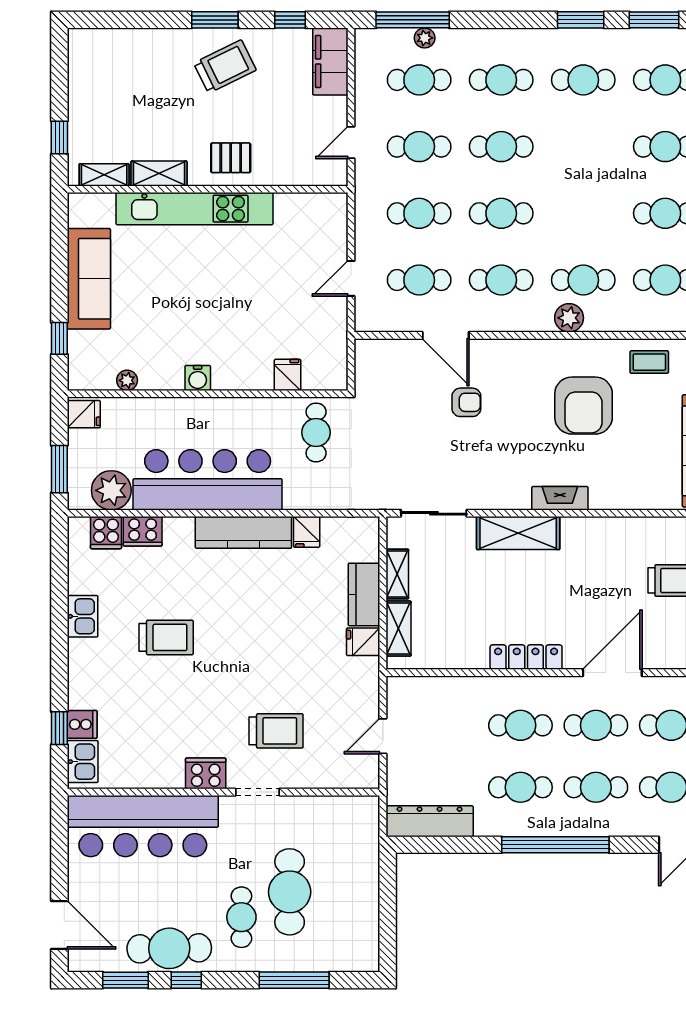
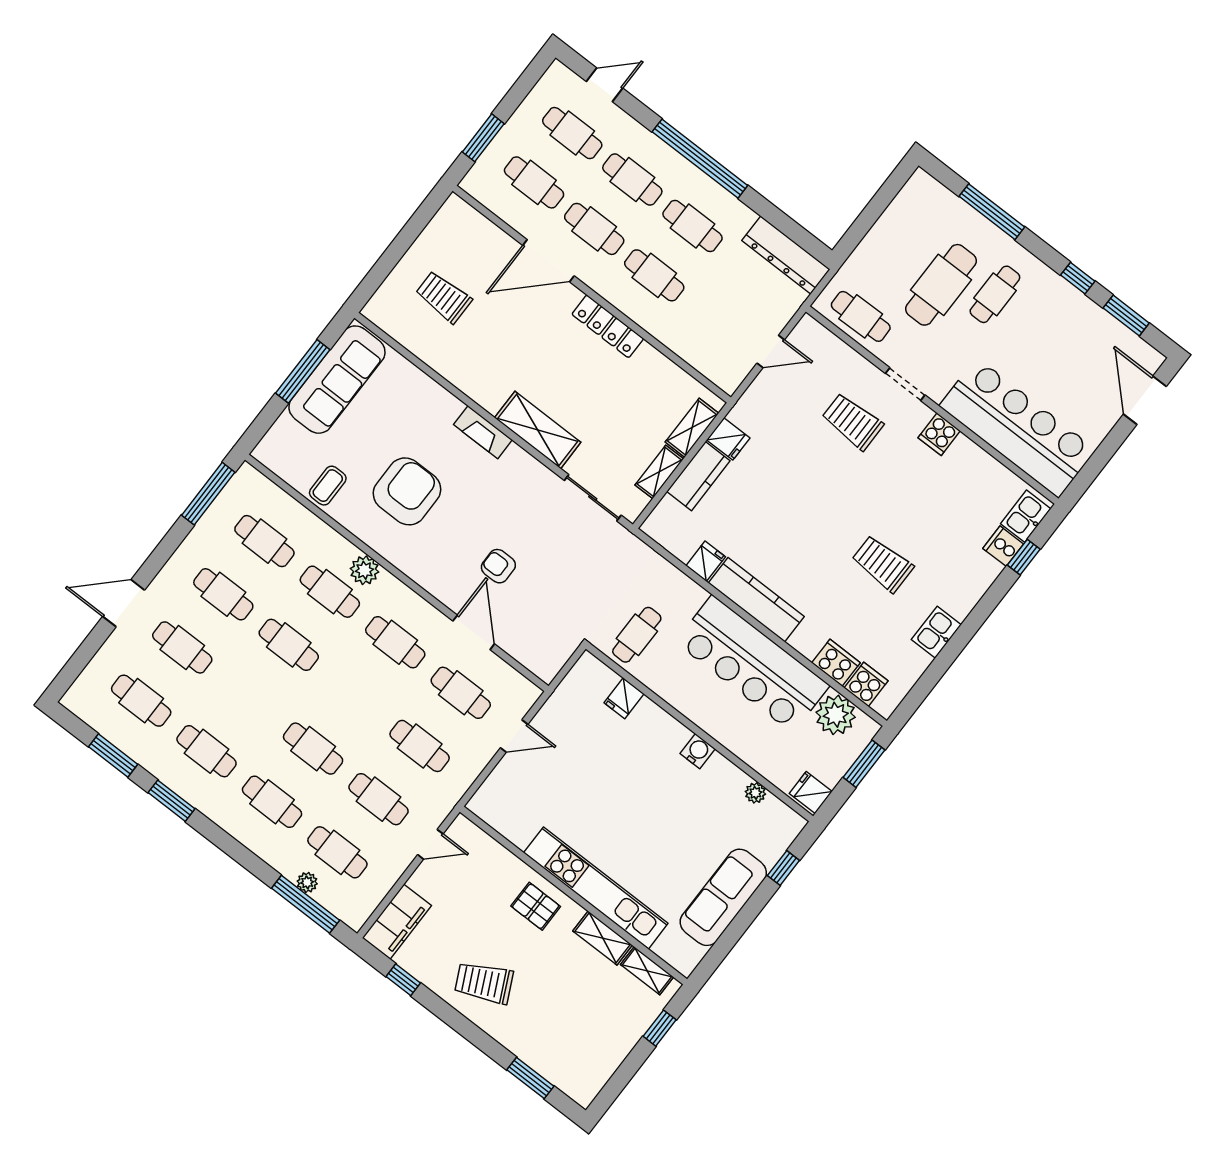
window: (215, 20) -> (530, 1078), moved
cafe table: (501, 213) -> (289, 645), moved
coffee table: (649, 362) -> (328, 486), turned 90
cooker: (206, 773) -> (939, 434), width x0.73
cafe table: (169, 948) -> (861, 316), moved, width x0.73, depth x0.74

